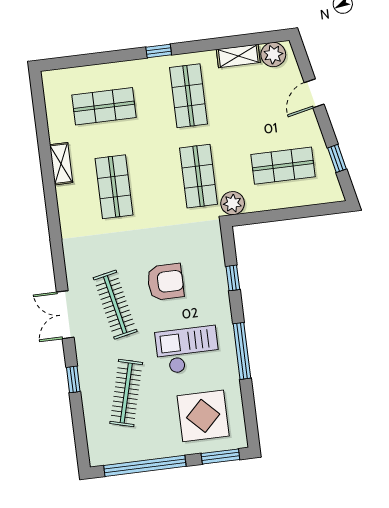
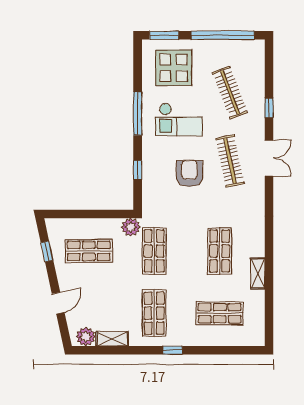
armchair: (165, 282) -> (189, 173), turned 90
clothes rail: (126, 393) -> (230, 93), turned -36

